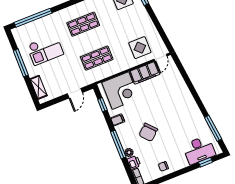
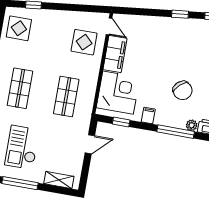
checkout: (45, 50) -> (22, 147), turned 180
door: (75, 93) -> (90, 144), hinge flipped
window: (198, 99) -> (180, 14), added

